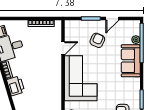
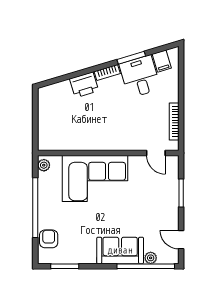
door: (112, 18) -> (181, 240), moved
armchair: (97, 40) -> (150, 202), removed
door: (63, 48) -> (156, 153), moved

